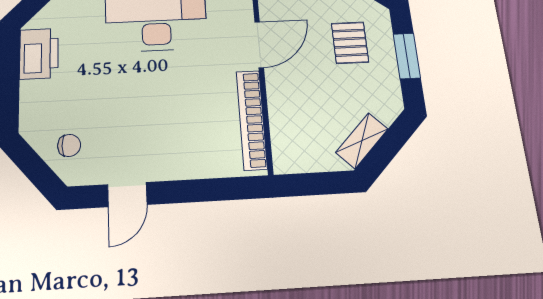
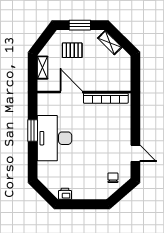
printer: (39, 54) -> (65, 194), width x0.53, depth x0.68
shelving: (362, 141) -> (110, 43), moved

